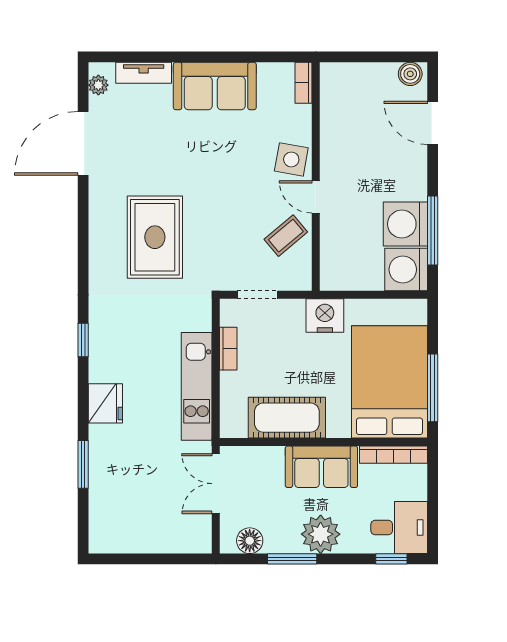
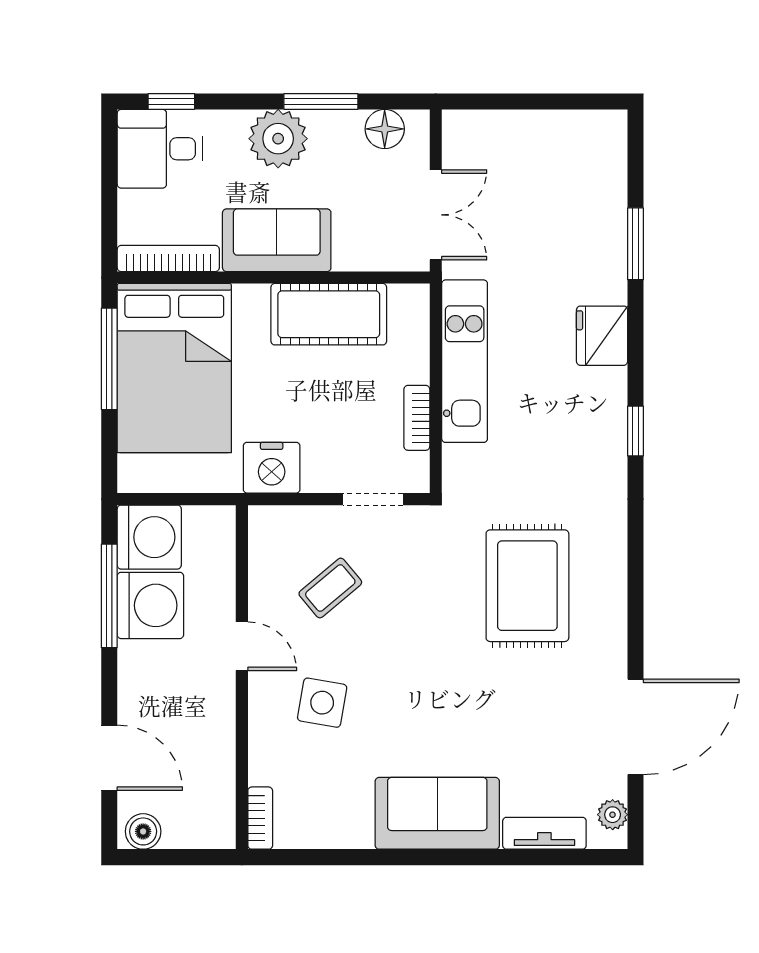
bookcase: (303, 83) -> (260, 818), moved
wall: (316, 176) -> (242, 677), moved
door: (316, 197) -> (242, 646), moved

